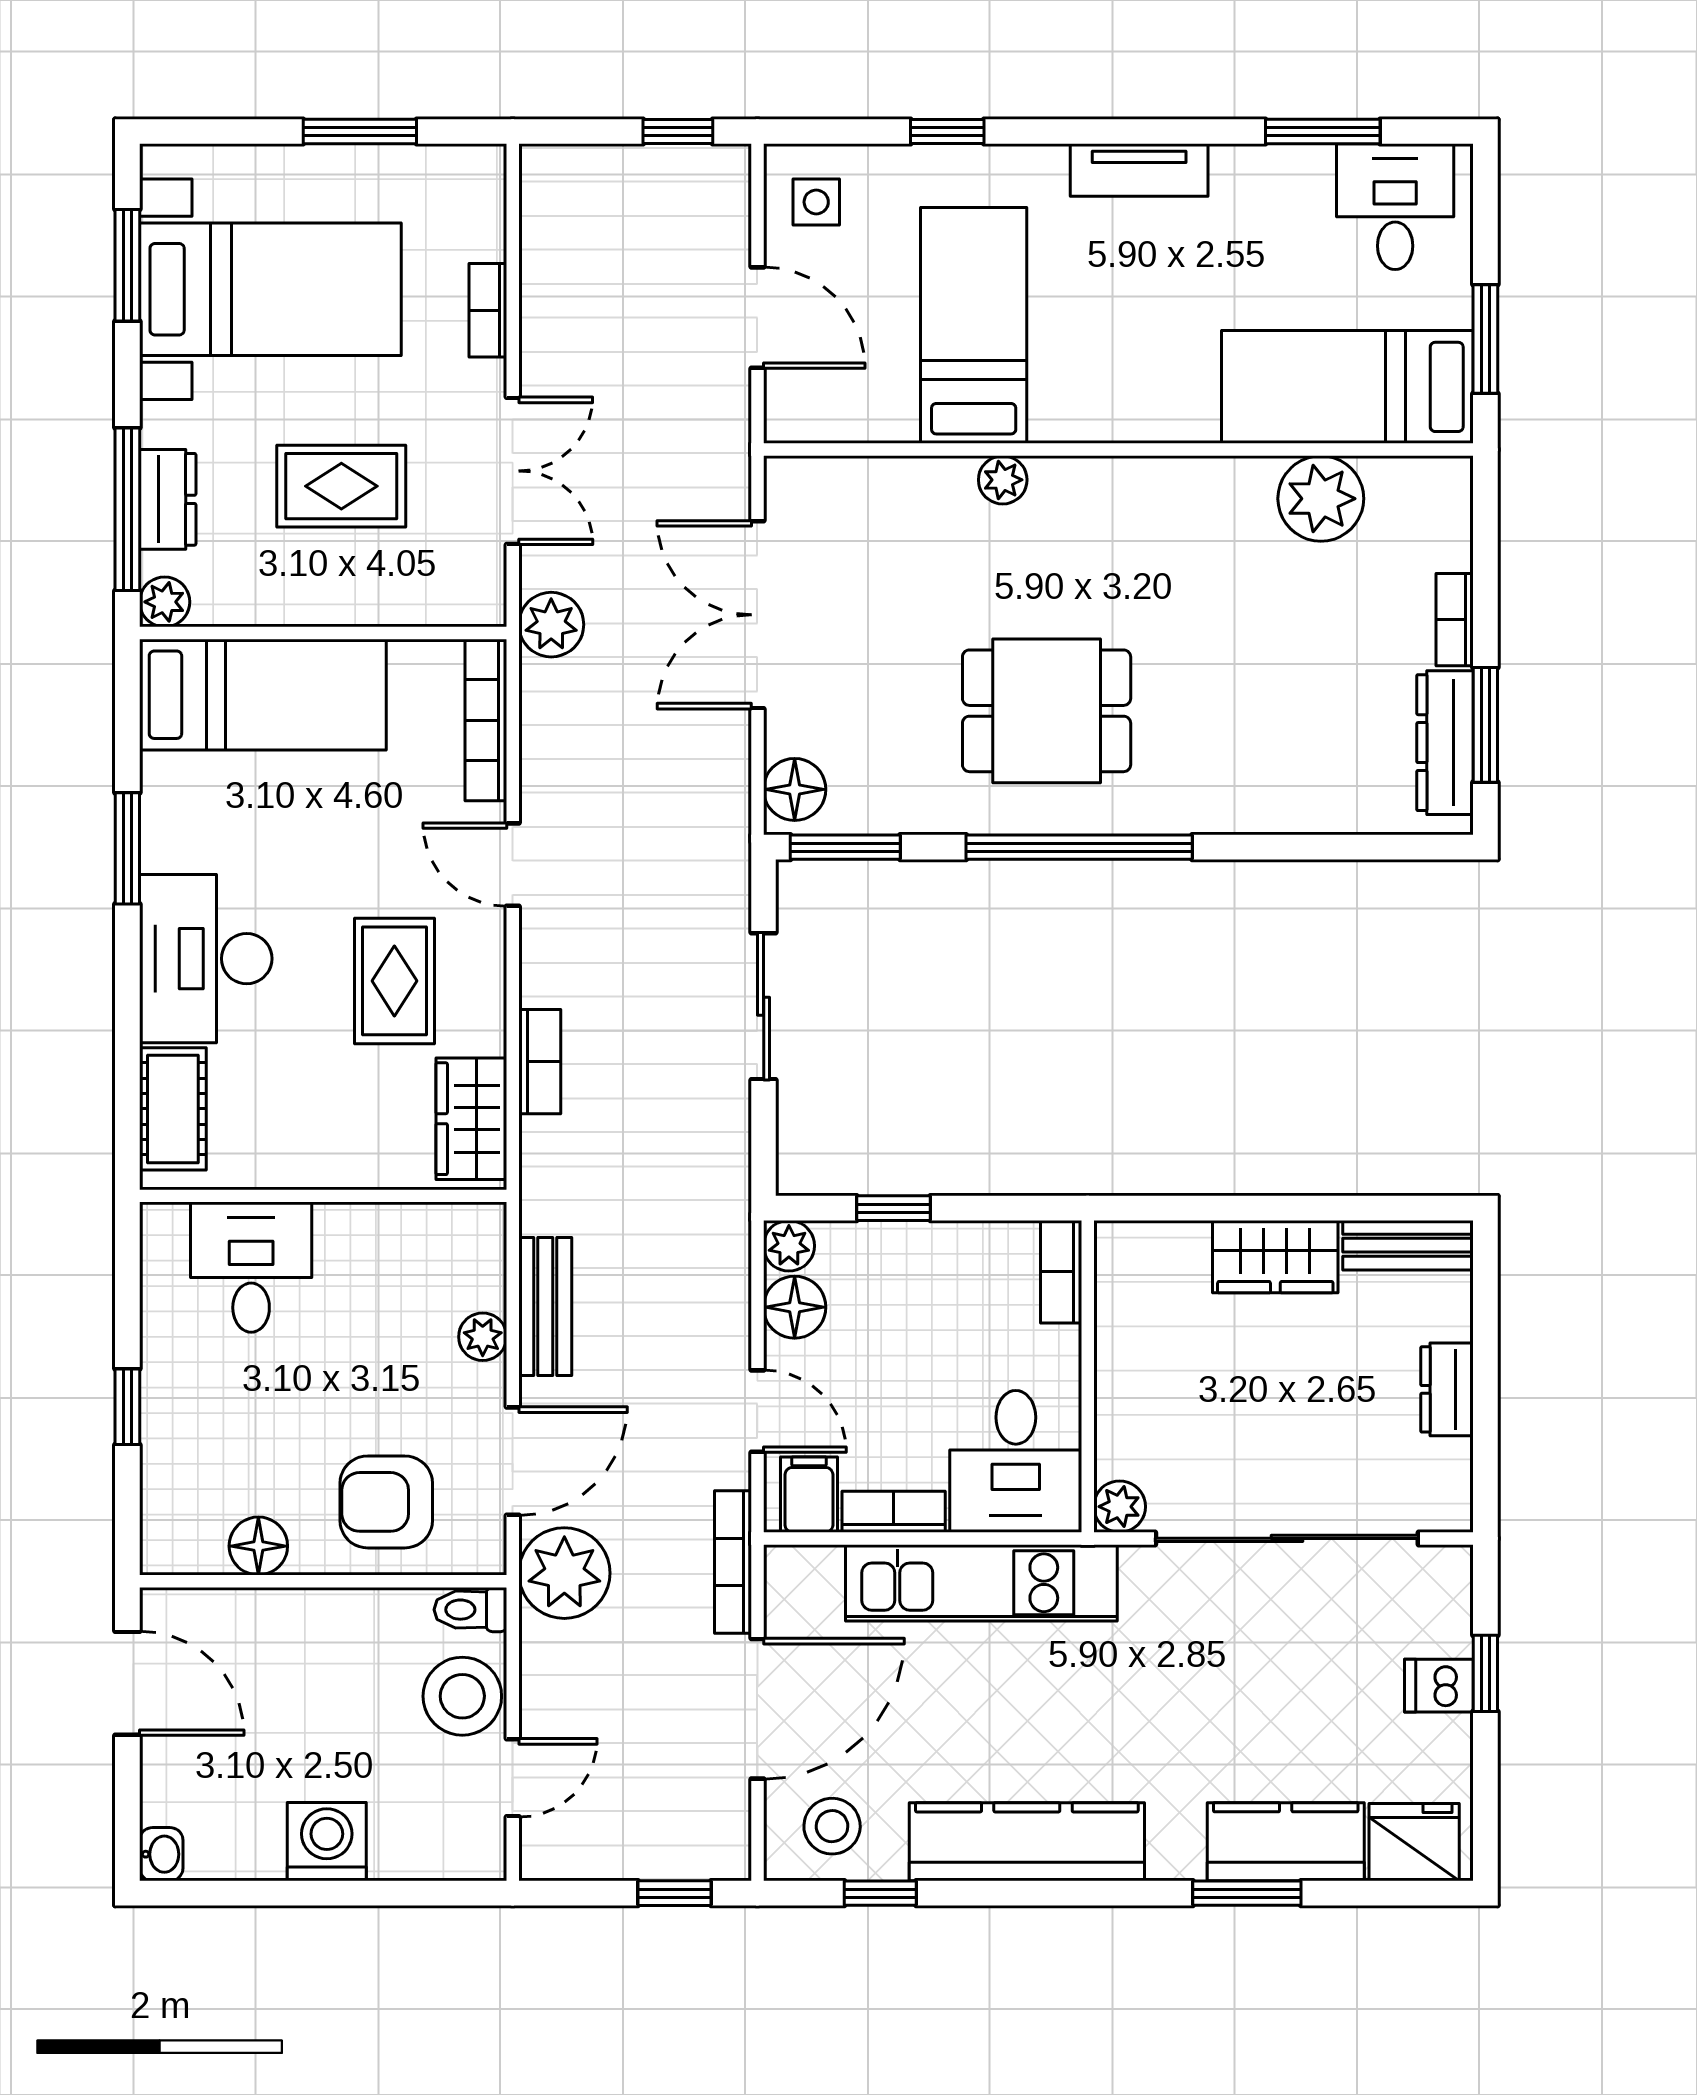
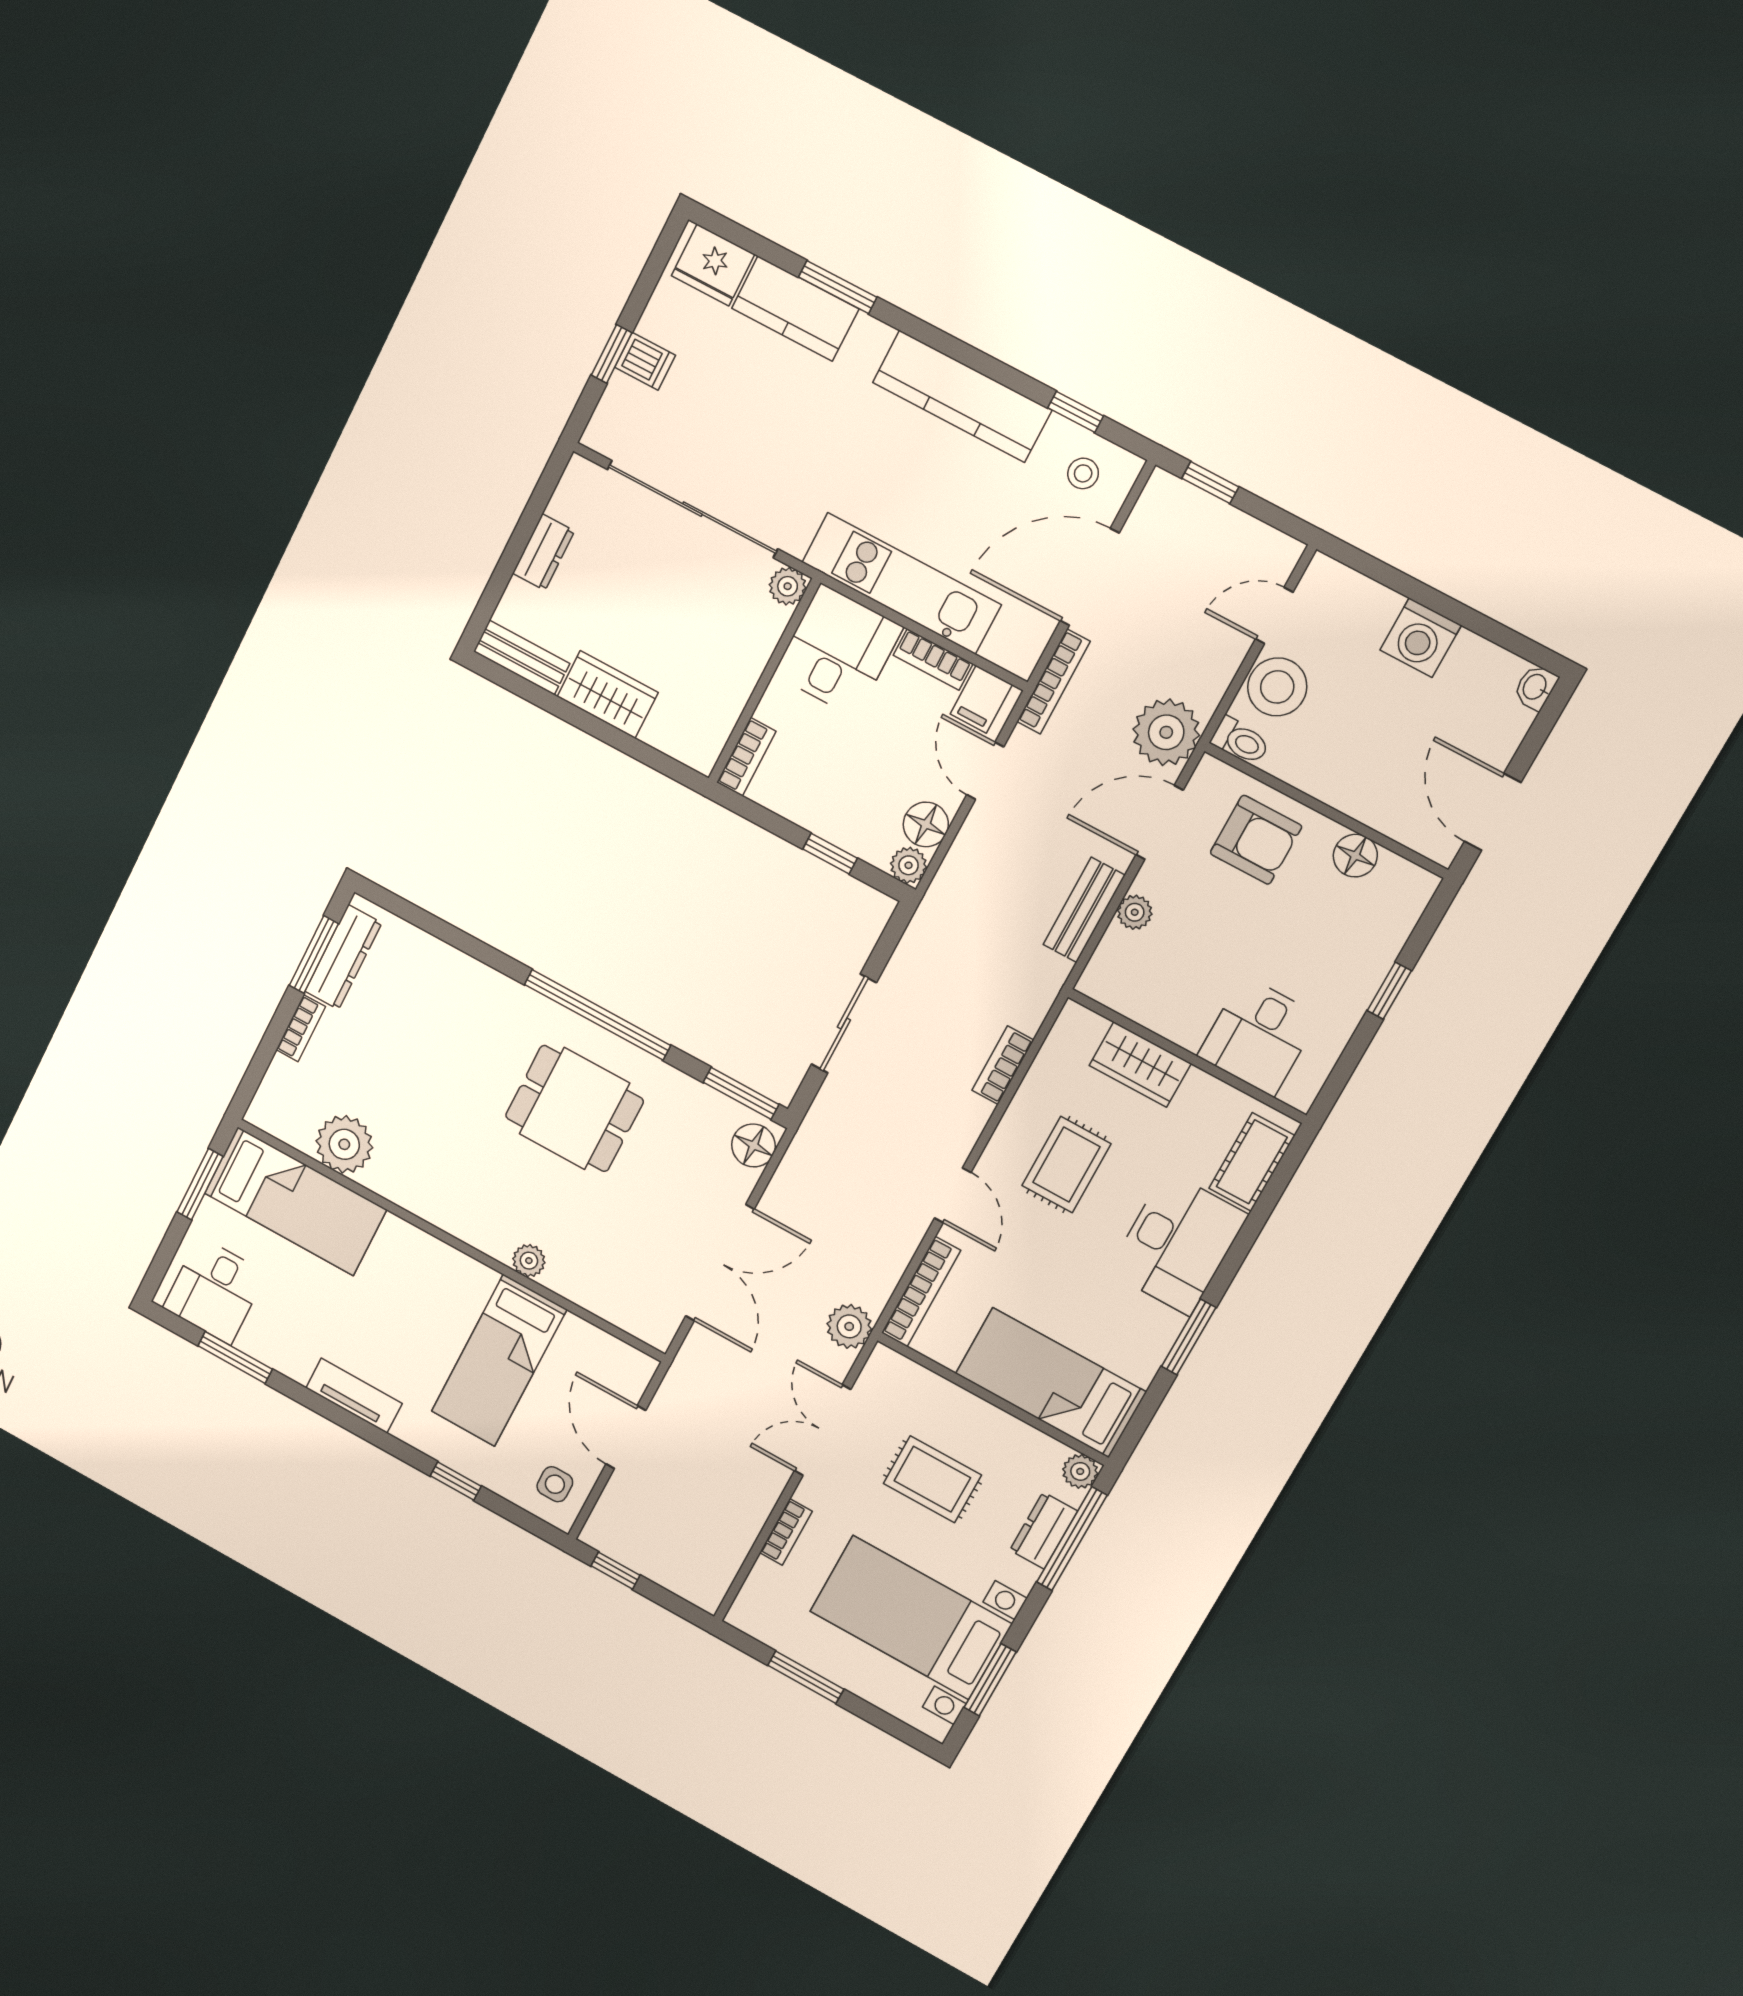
wardrobe: (471, 1119) -> (1140, 1065), moved, turned 90
stool: (832, 1826) -> (1083, 473), width x0.73, depth x0.73

